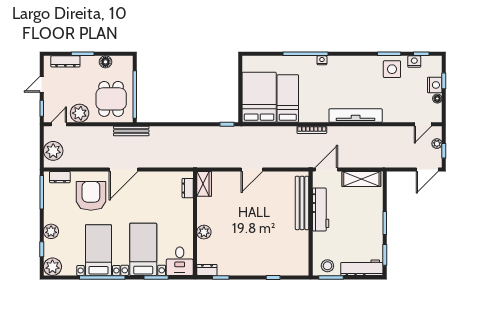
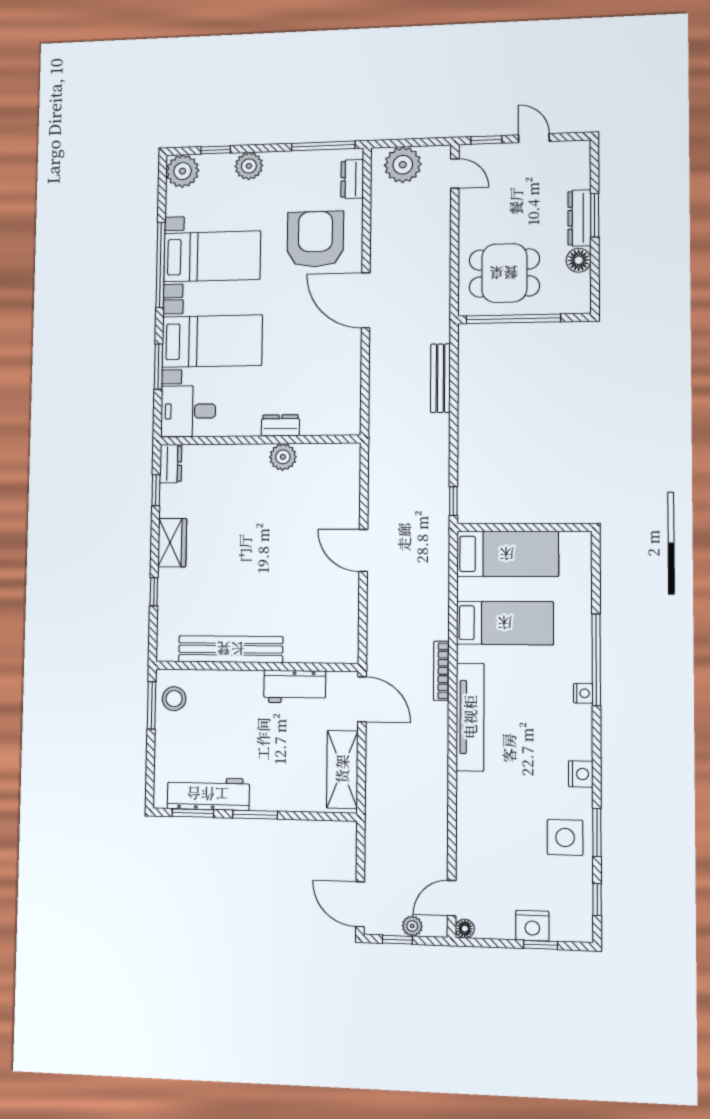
dresser: (65, 61) -> (579, 218), moved
nightstand: (414, 62) -> (581, 774), moved
bed: (259, 97) -> (507, 554), width x0.67
floor lamp: (437, 99) -> (465, 929), moved
plant: (80, 113) -> (476, 213), removed
tv unit: (356, 116) -> (470, 717), moved
door: (423, 124) -> (452, 898), hinge flipped
bench: (131, 131) -> (440, 378), moved
wardrobe: (204, 184) -> (172, 543), moved, turned -90
dresser: (188, 188) -> (280, 425), moved
armchair: (91, 196) -> (315, 239), turned -90
bench: (302, 203) -> (231, 649), moved
workbench: (321, 210) -> (295, 687), width x0.73
plant: (204, 232) -> (283, 457), moved
workbench: (362, 268) -> (208, 794), moved, turned -90

